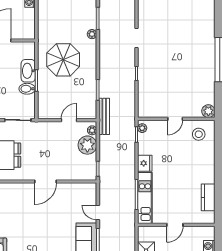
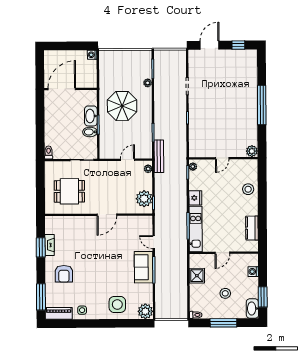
stool: (199, 134) -> (248, 189), moved
plant: (87, 145) -> (144, 199), moved

